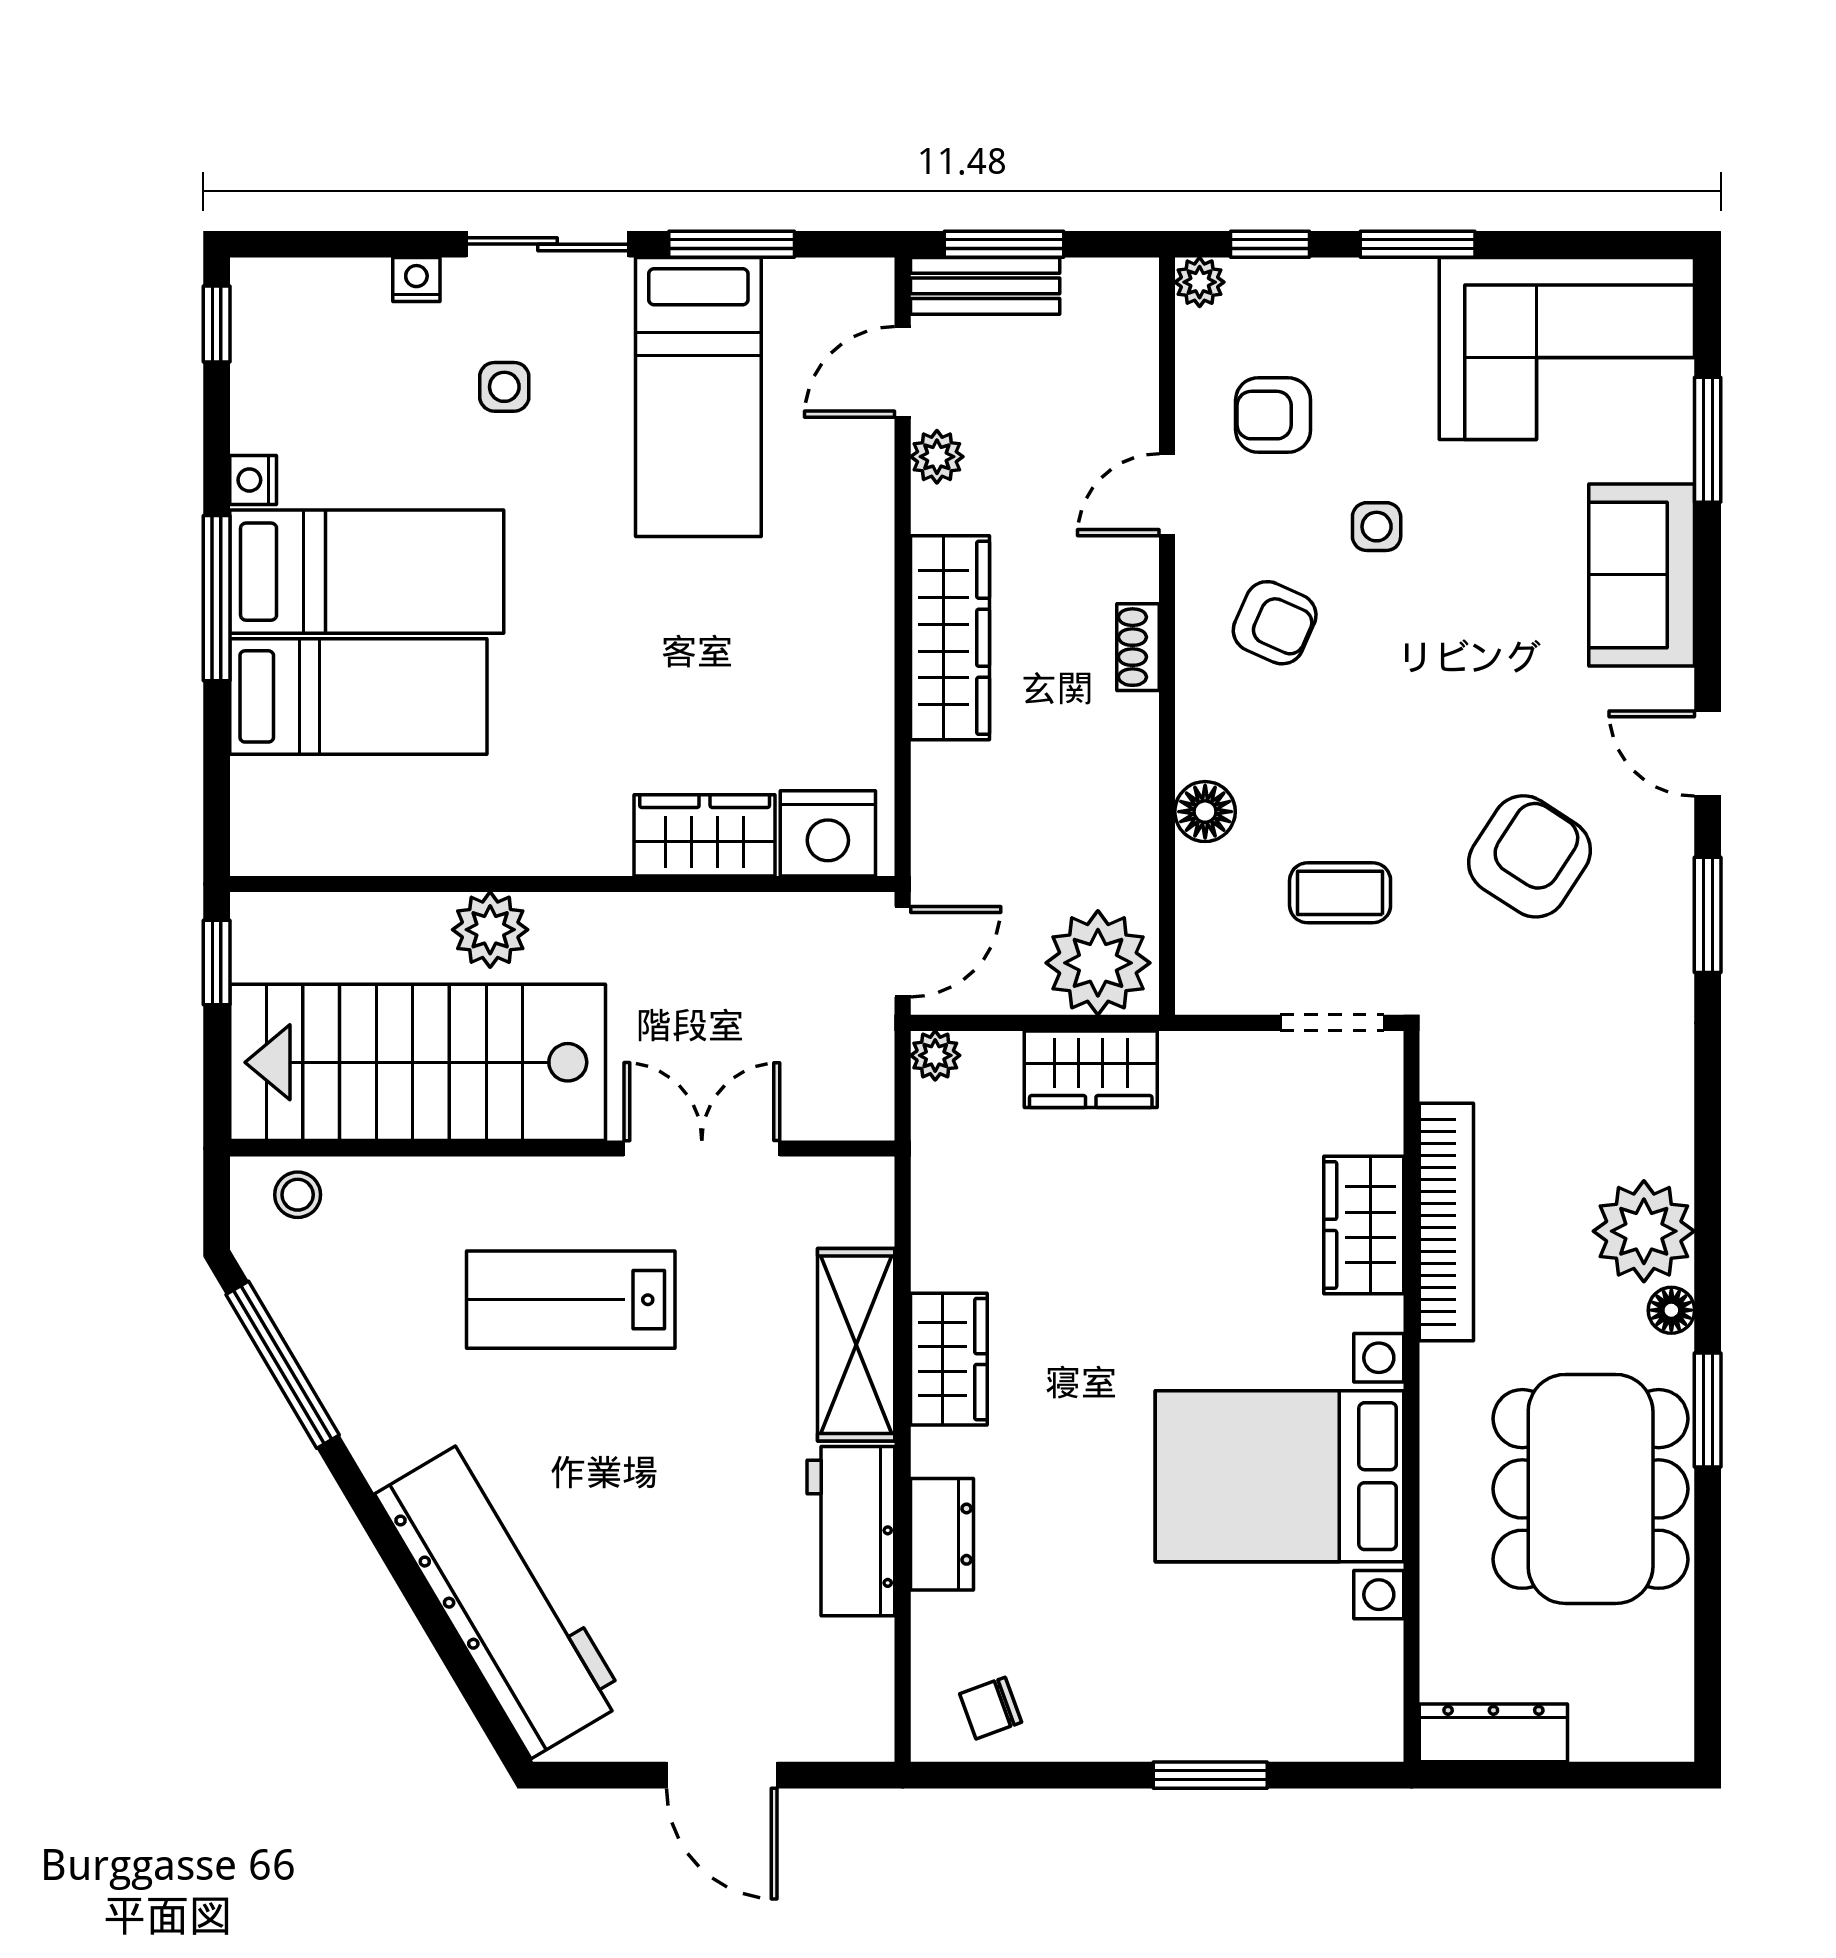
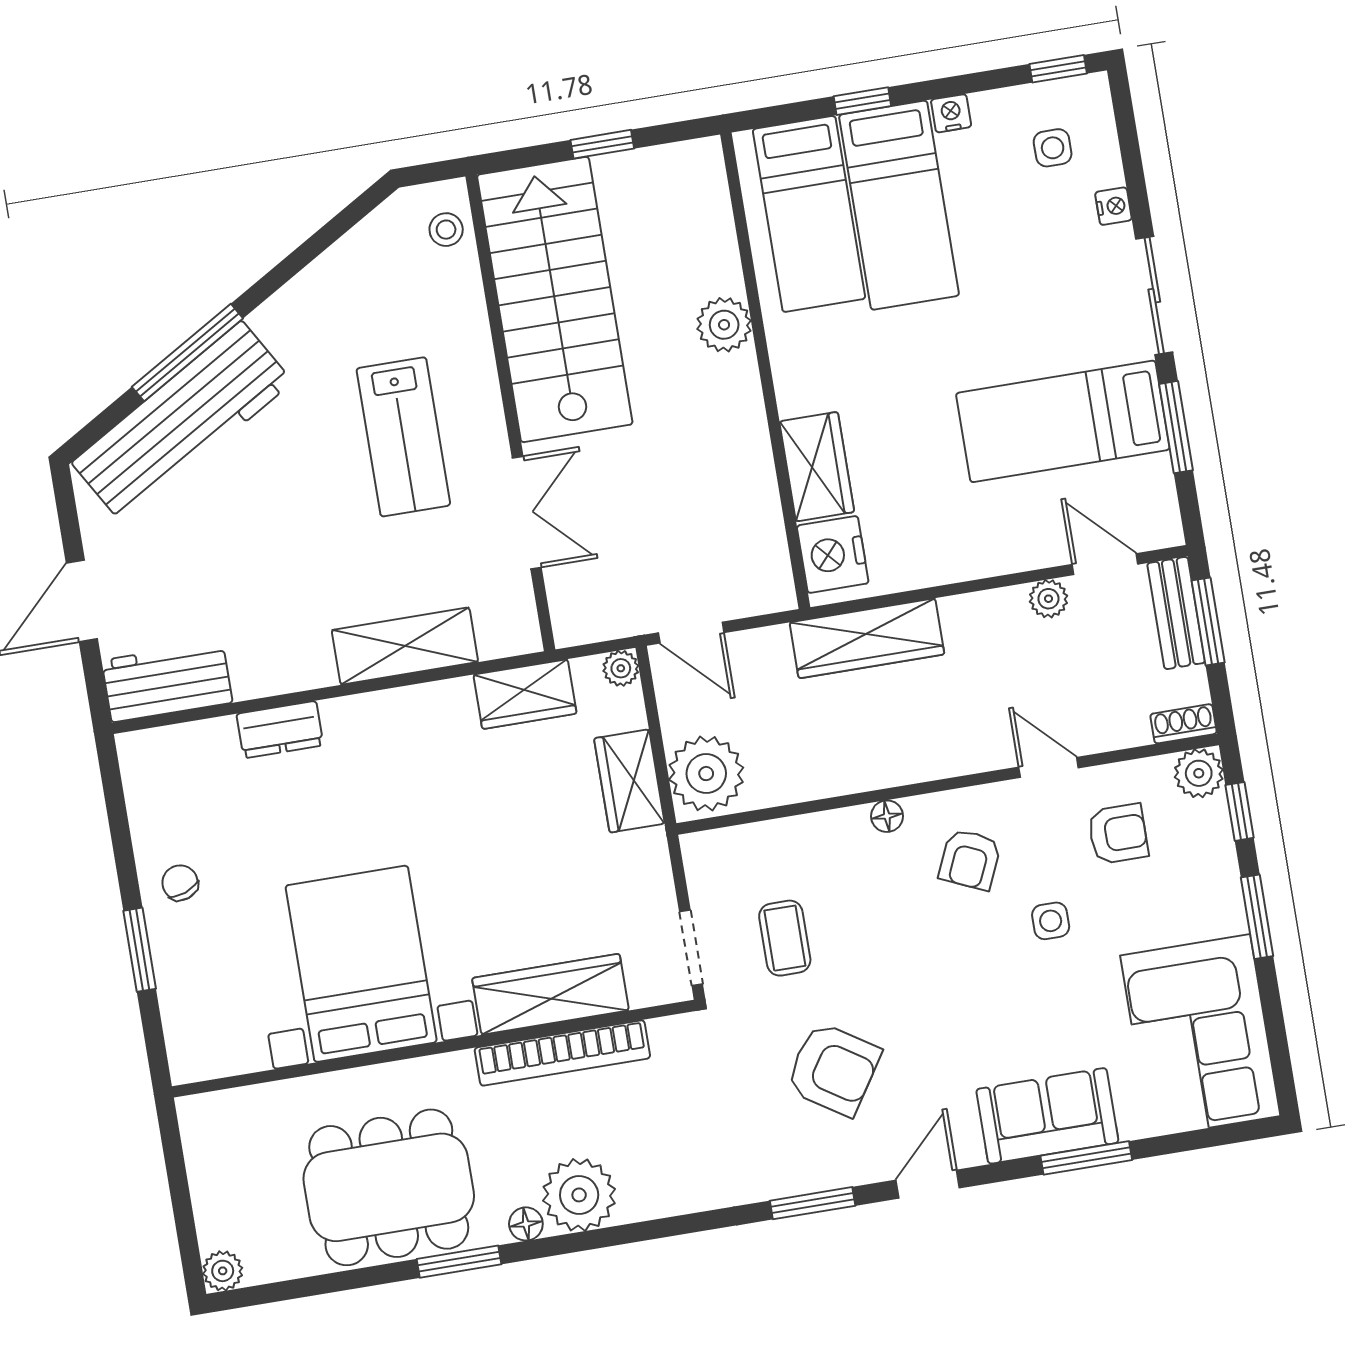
plant: (1200, 282) -> (1199, 773), width x1.38, depth x1.38
side table: (504, 387) -> (1053, 148), moved
armchair: (1273, 415) -> (1118, 834), turned 90
window: (1708, 440) -> (1086, 1158), moved
window: (217, 598) -> (862, 101), width x0.46
wardrobe: (950, 638) -> (867, 638), moved
shoe rack: (1138, 647) -> (1184, 724), moved
floor lamp: (1205, 812) -> (887, 816), moved, width x0.73, depth x0.73
nightstand: (828, 833) -> (833, 554), moved
wardrobe: (705, 835) -> (817, 467), moved
wall: (562, 884) -> (765, 371), moved
plant: (490, 930) -> (724, 325), moved
wardrobe: (1364, 1225) -> (550, 994), width x1.50
lab bench: (571, 1300) -> (403, 437), turned 180
wardrobe: (949, 1359) -> (525, 694), moved
window: (283, 1365) -> (187, 353), moved
workbench: (851, 1531) -> (167, 682), moved
chair: (991, 1708) -> (180, 883), moved
dresser: (1493, 1733) -> (203, 1147), removed
plant: (1667, 1734) -> (223, 1271), added

